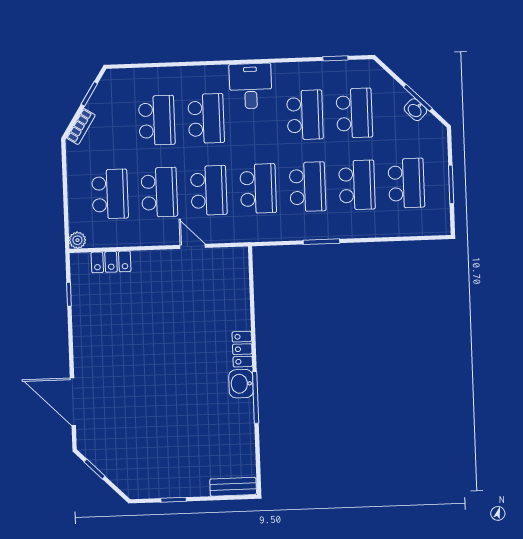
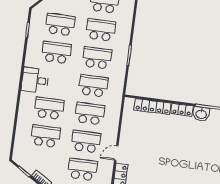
door: (193, 246) -> (116, 153), moved
locker: (239, 297) -> (152, 107), added

